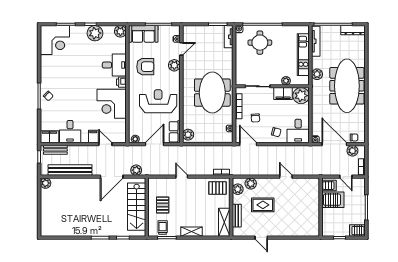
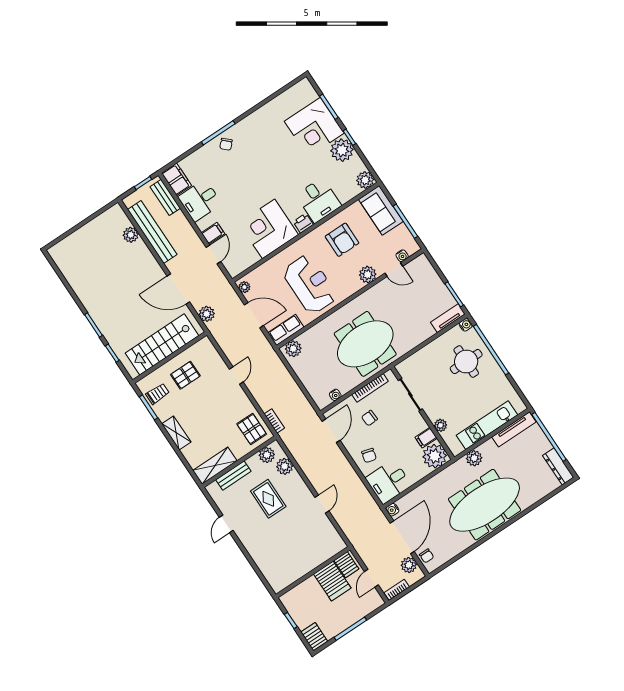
corner desk: (55, 40) -> (314, 127), moved
filing cabinet: (283, 94) -> (426, 438), width x0.50
plant: (45, 183) -> (131, 235), moved

